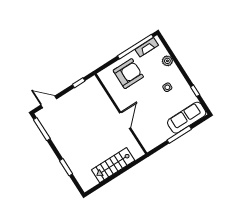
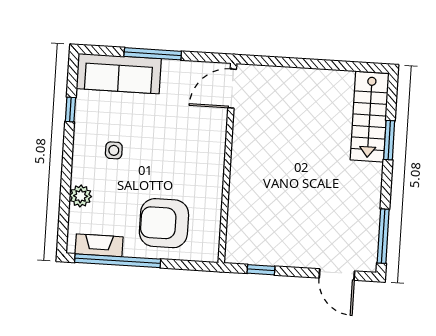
door: (125, 120) -> (232, 89), moved
stairs: (113, 165) -> (370, 117), moved, turned 90

